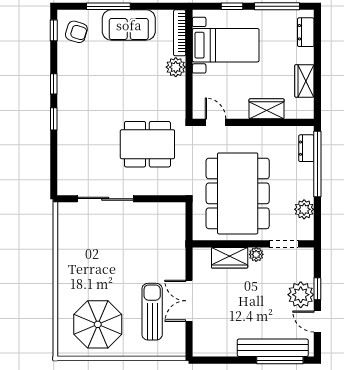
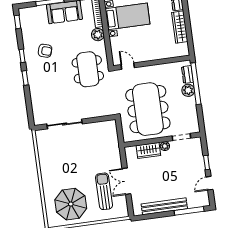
armchair: (76, 32) -> (45, 51), moved
wardrobe: (304, 81) -> (180, 27), width x1.50
wardrobe: (267, 109) -> (159, 53), removed
dining table: (147, 144) -> (88, 69), moved, turned 90
plant: (304, 209) -> (188, 90), moved
plant: (301, 295) -> (197, 168), removed
door: (317, 321) -> (209, 183), hinge flipped
bench: (273, 348) -> (164, 206), moved

